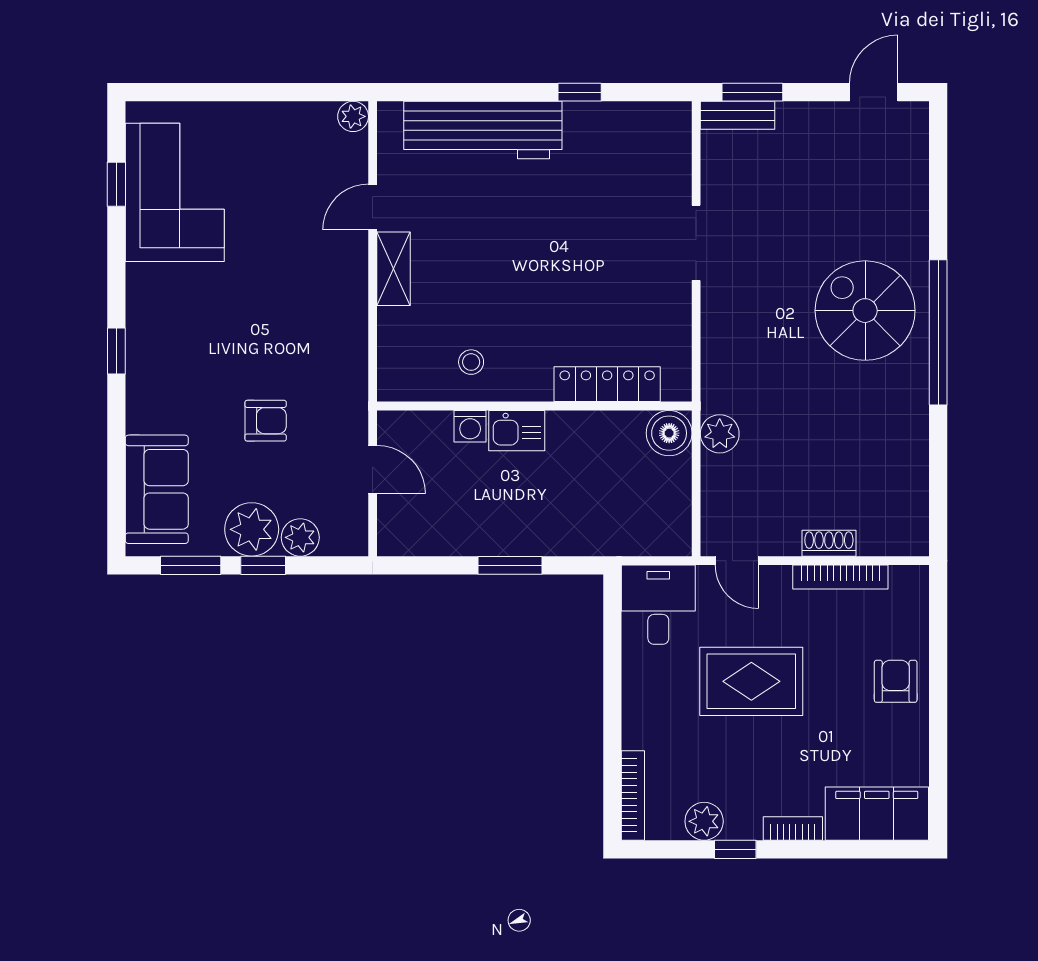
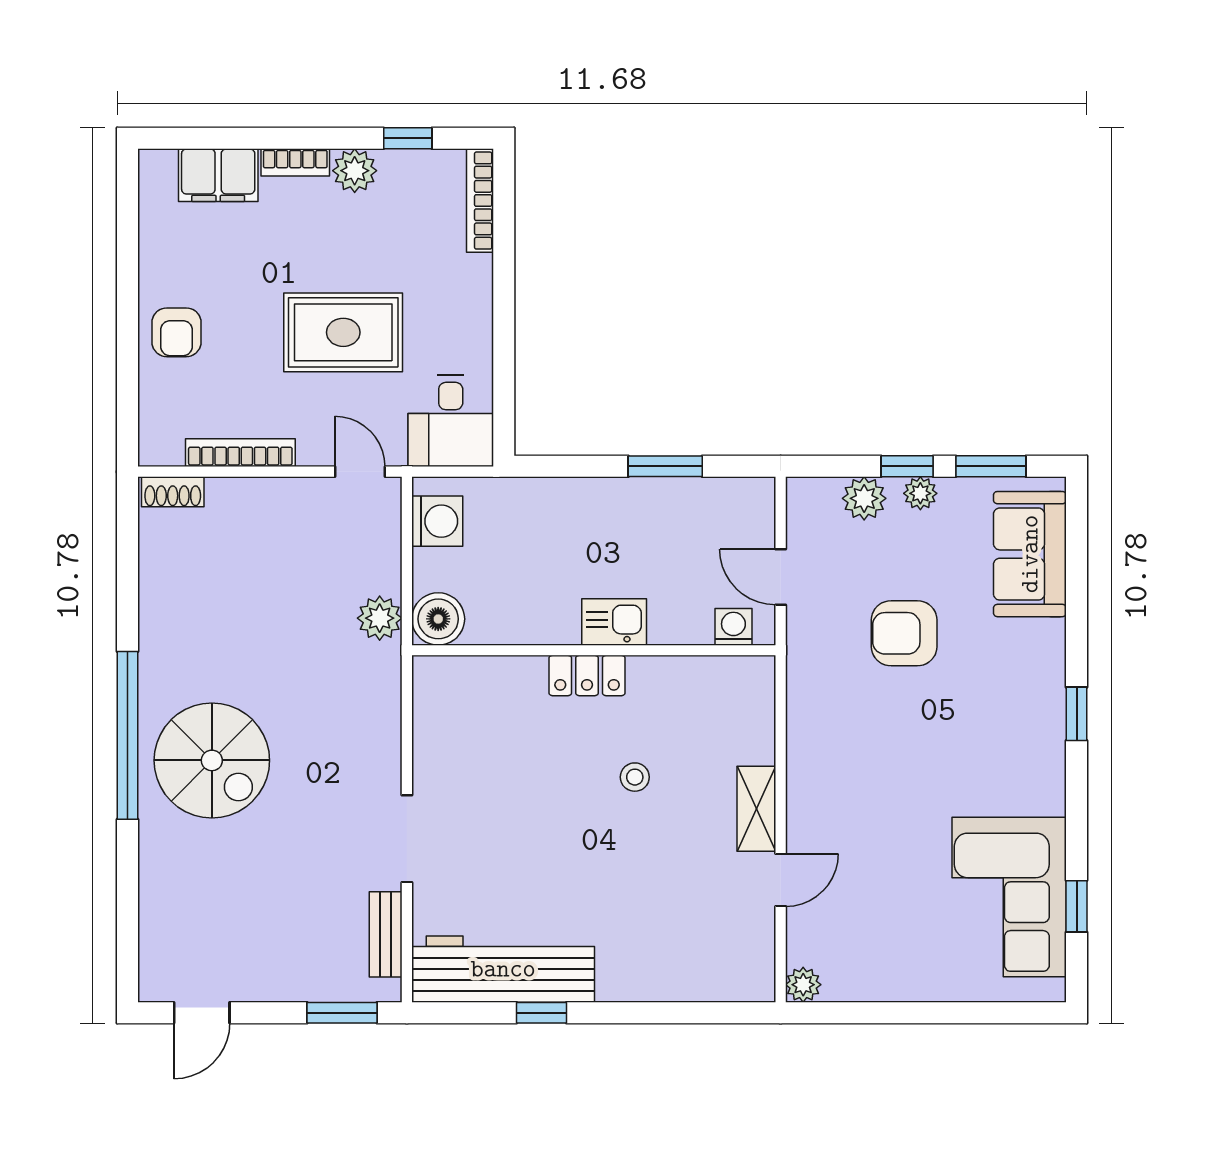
bench: (738, 115) -> (386, 934), moved, turned 90
workbench: (483, 130) -> (503, 969), moved
stool: (471, 362) -> (635, 777), moved
locker: (607, 384) -> (587, 675), moved, width x0.66
armchair: (266, 421) -> (904, 633), width x1.38, depth x1.38
washing machine: (470, 426) -> (733, 627), moved
washing machine: (670, 518) -> (437, 521), added
plant: (252, 529) -> (920, 493), width x0.53, depth x0.53
shoe rack: (829, 543) -> (173, 492), moved
window: (510, 565) -> (665, 466), moved
filing cabinet: (877, 814) -> (218, 175), width x0.67, depth x0.86
plant: (704, 821) -> (355, 171), moved
window: (735, 849) -> (408, 138), moved

